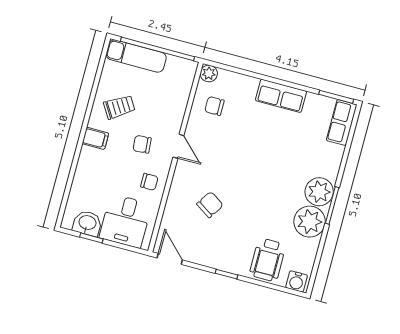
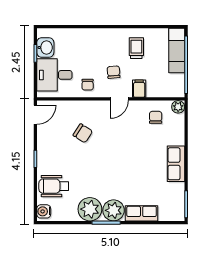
trolley: (119, 107) -> (136, 48), turned -148
row of seats: (342, 123) -> (142, 213), moved
filing cabinet: (95, 138) -> (139, 89), moved, turned 180

